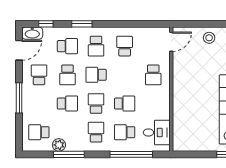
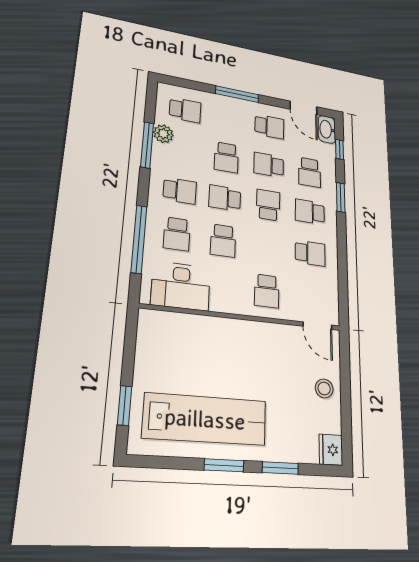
school desk: (153, 75) -> (267, 291), turned -90
school desk: (96, 103) -> (225, 198), turned 180
school desk: (39, 132) -> (185, 110), turned 90
school desk: (125, 132) -> (177, 234), turned 180
desk: (157, 132) -> (181, 286), width x1.37

